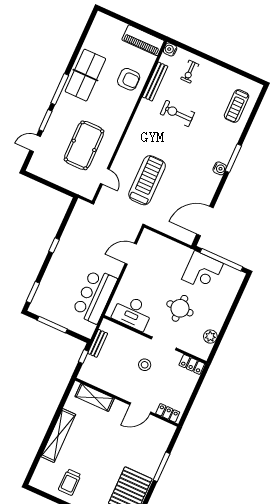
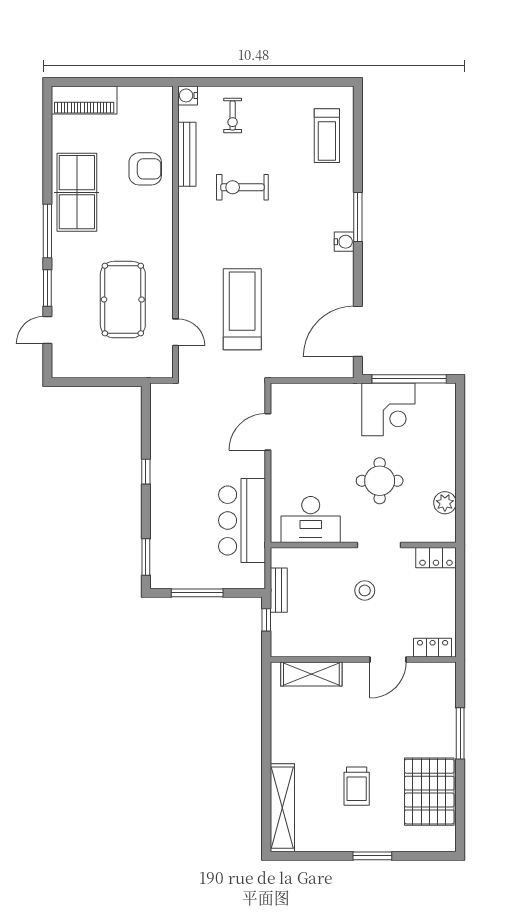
piano: (143, 40) -> (84, 100), moved
shelving: (58, 435) -> (282, 808), moved
trolley: (70, 482) -> (357, 786), moved

